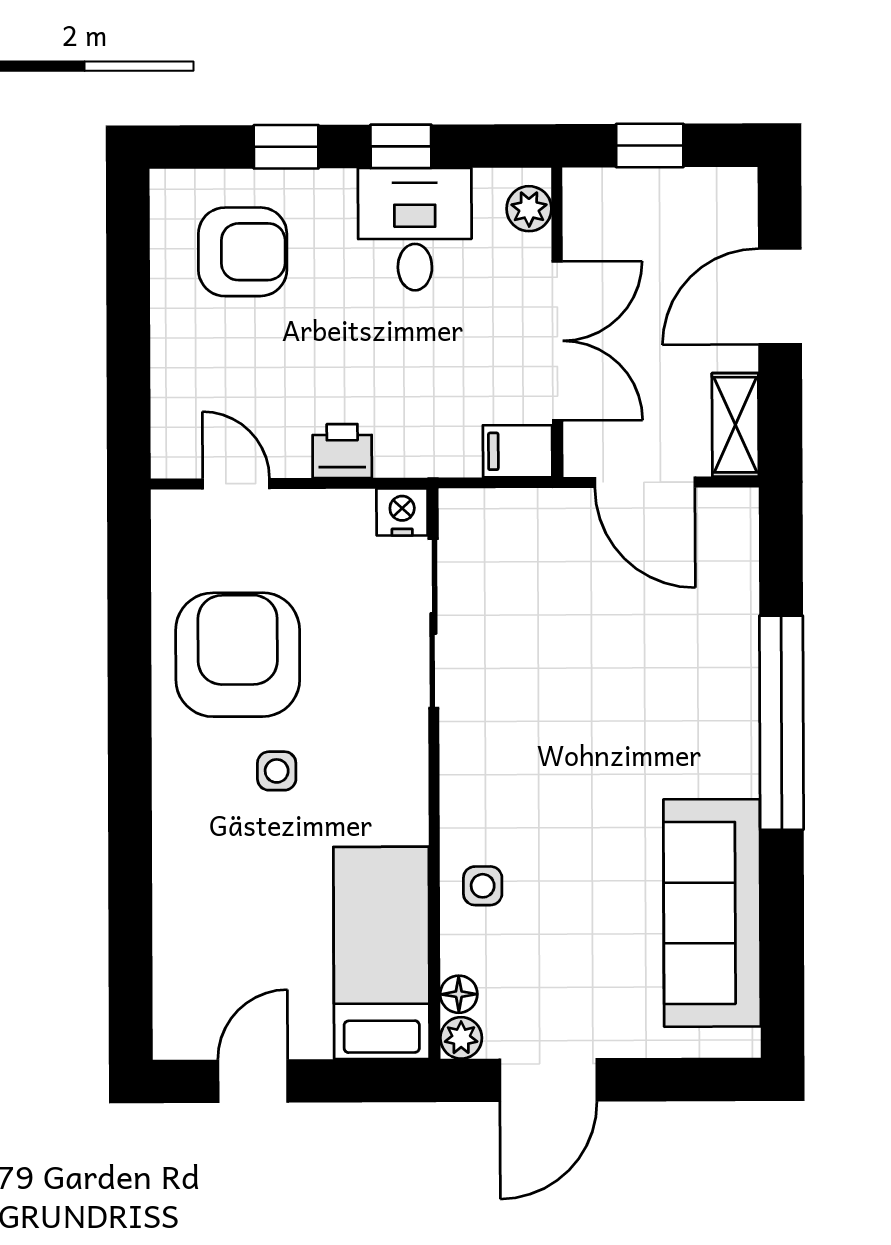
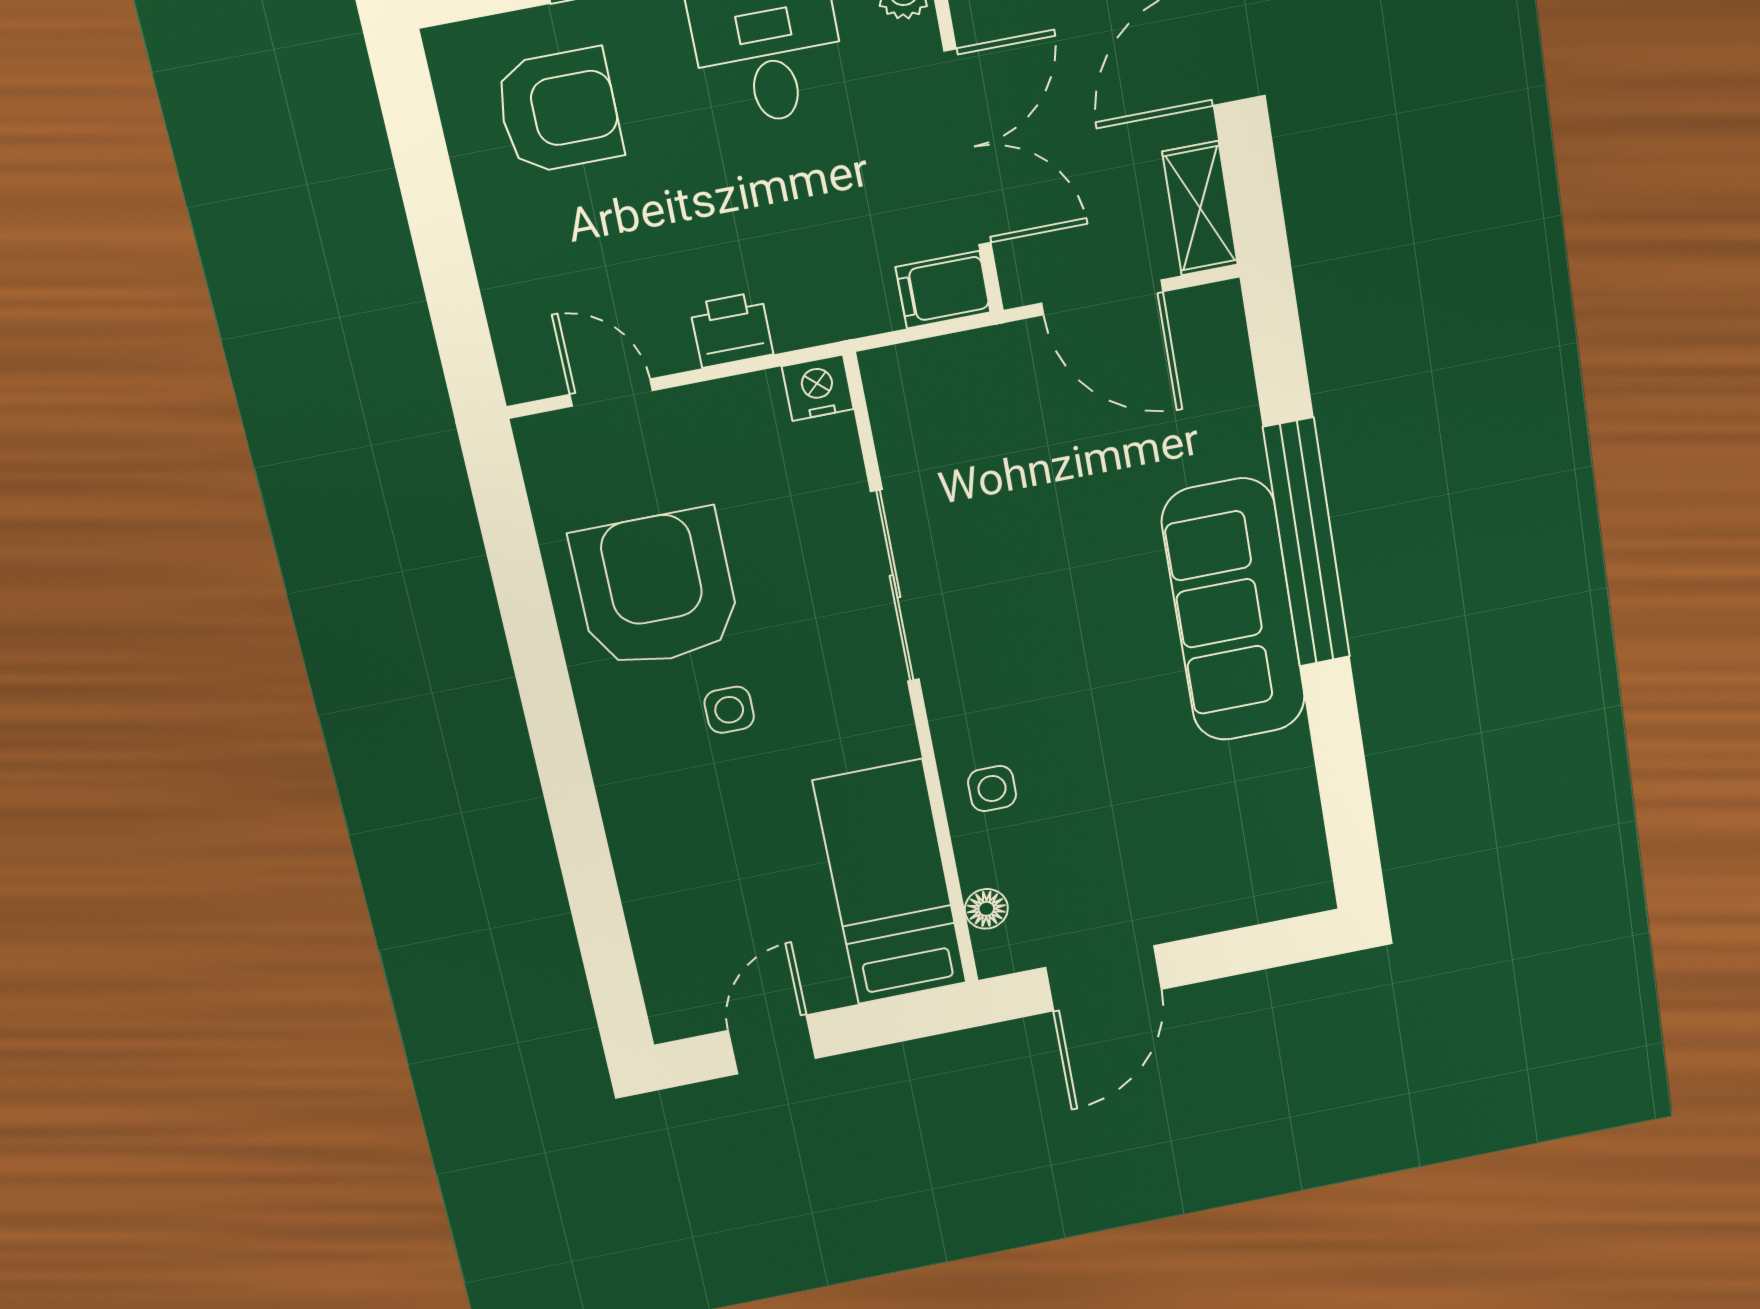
sliding door: (433, 623) -> (895, 586), moved
sofa: (712, 913) -> (1234, 610), moved
plant: (461, 1038) -> (998, 954), removed

